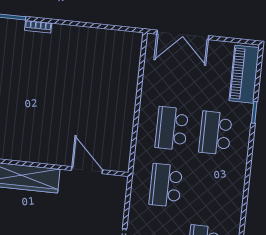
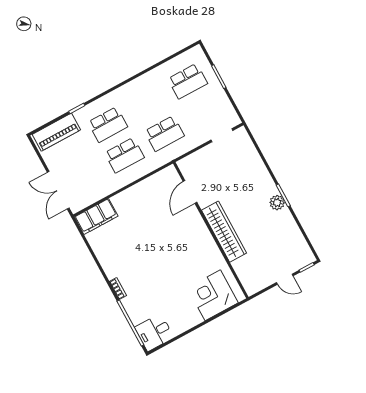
double door: (183, 35) -> (58, 190), swing flipped
filing cabinet: (128, 55) -> (96, 217), added

